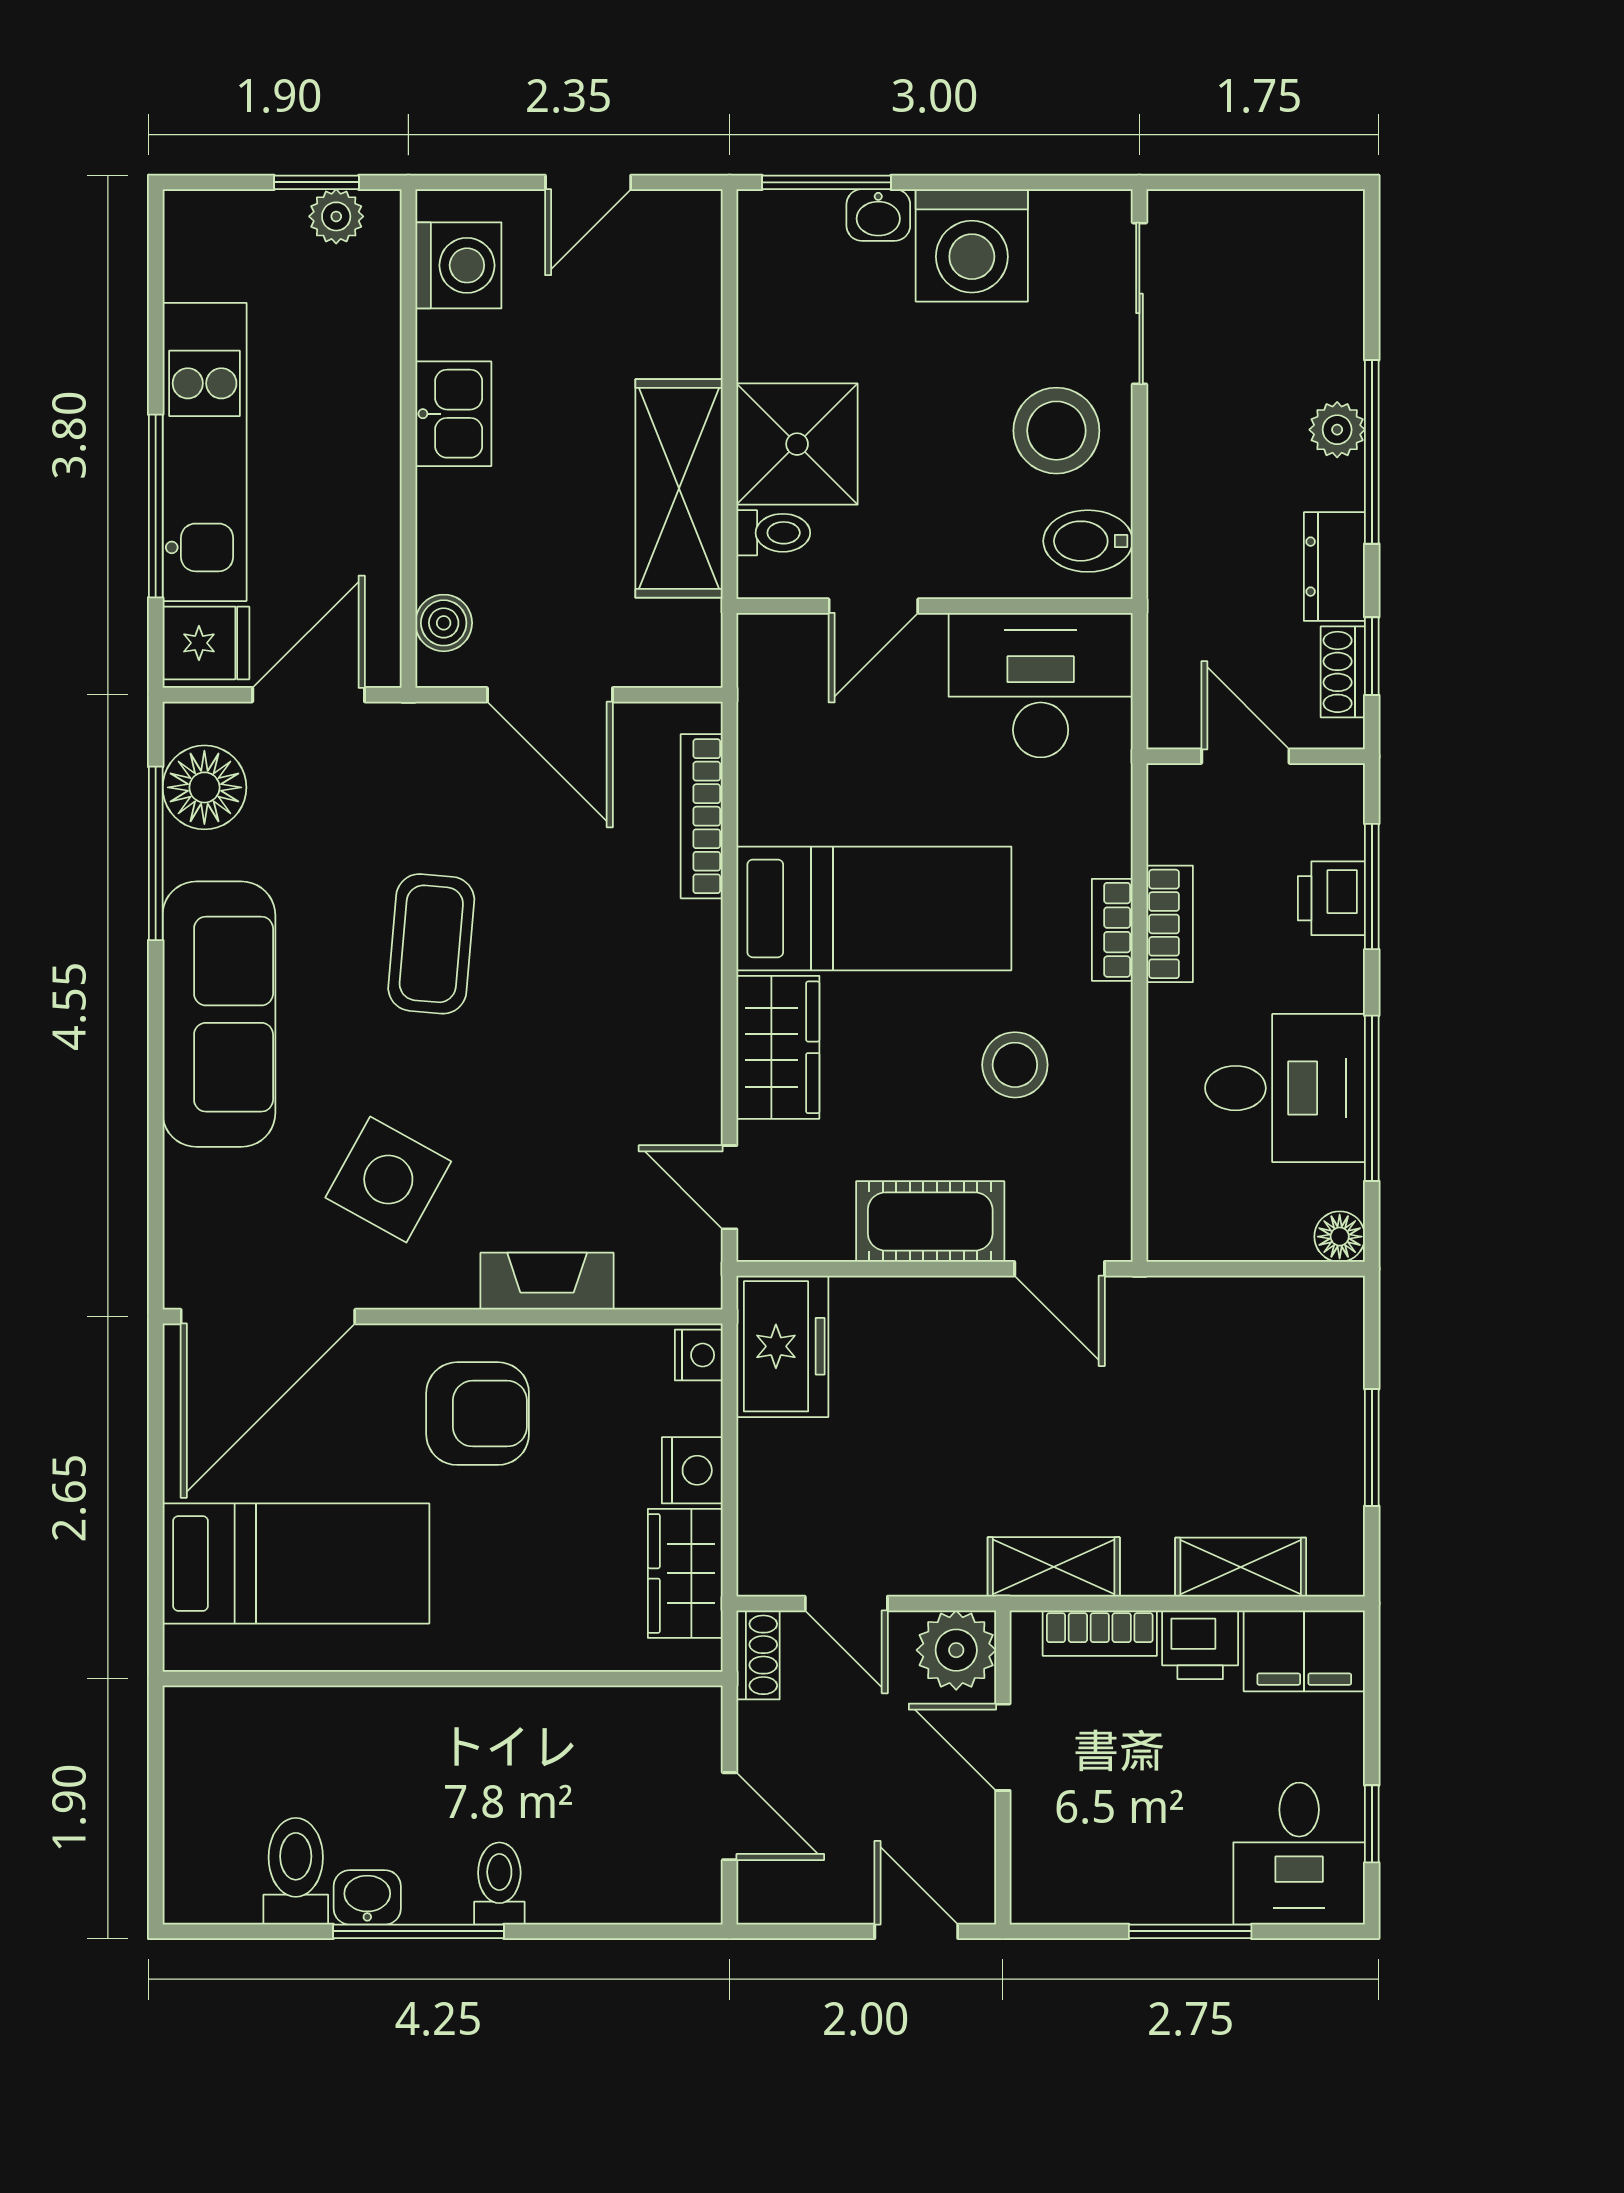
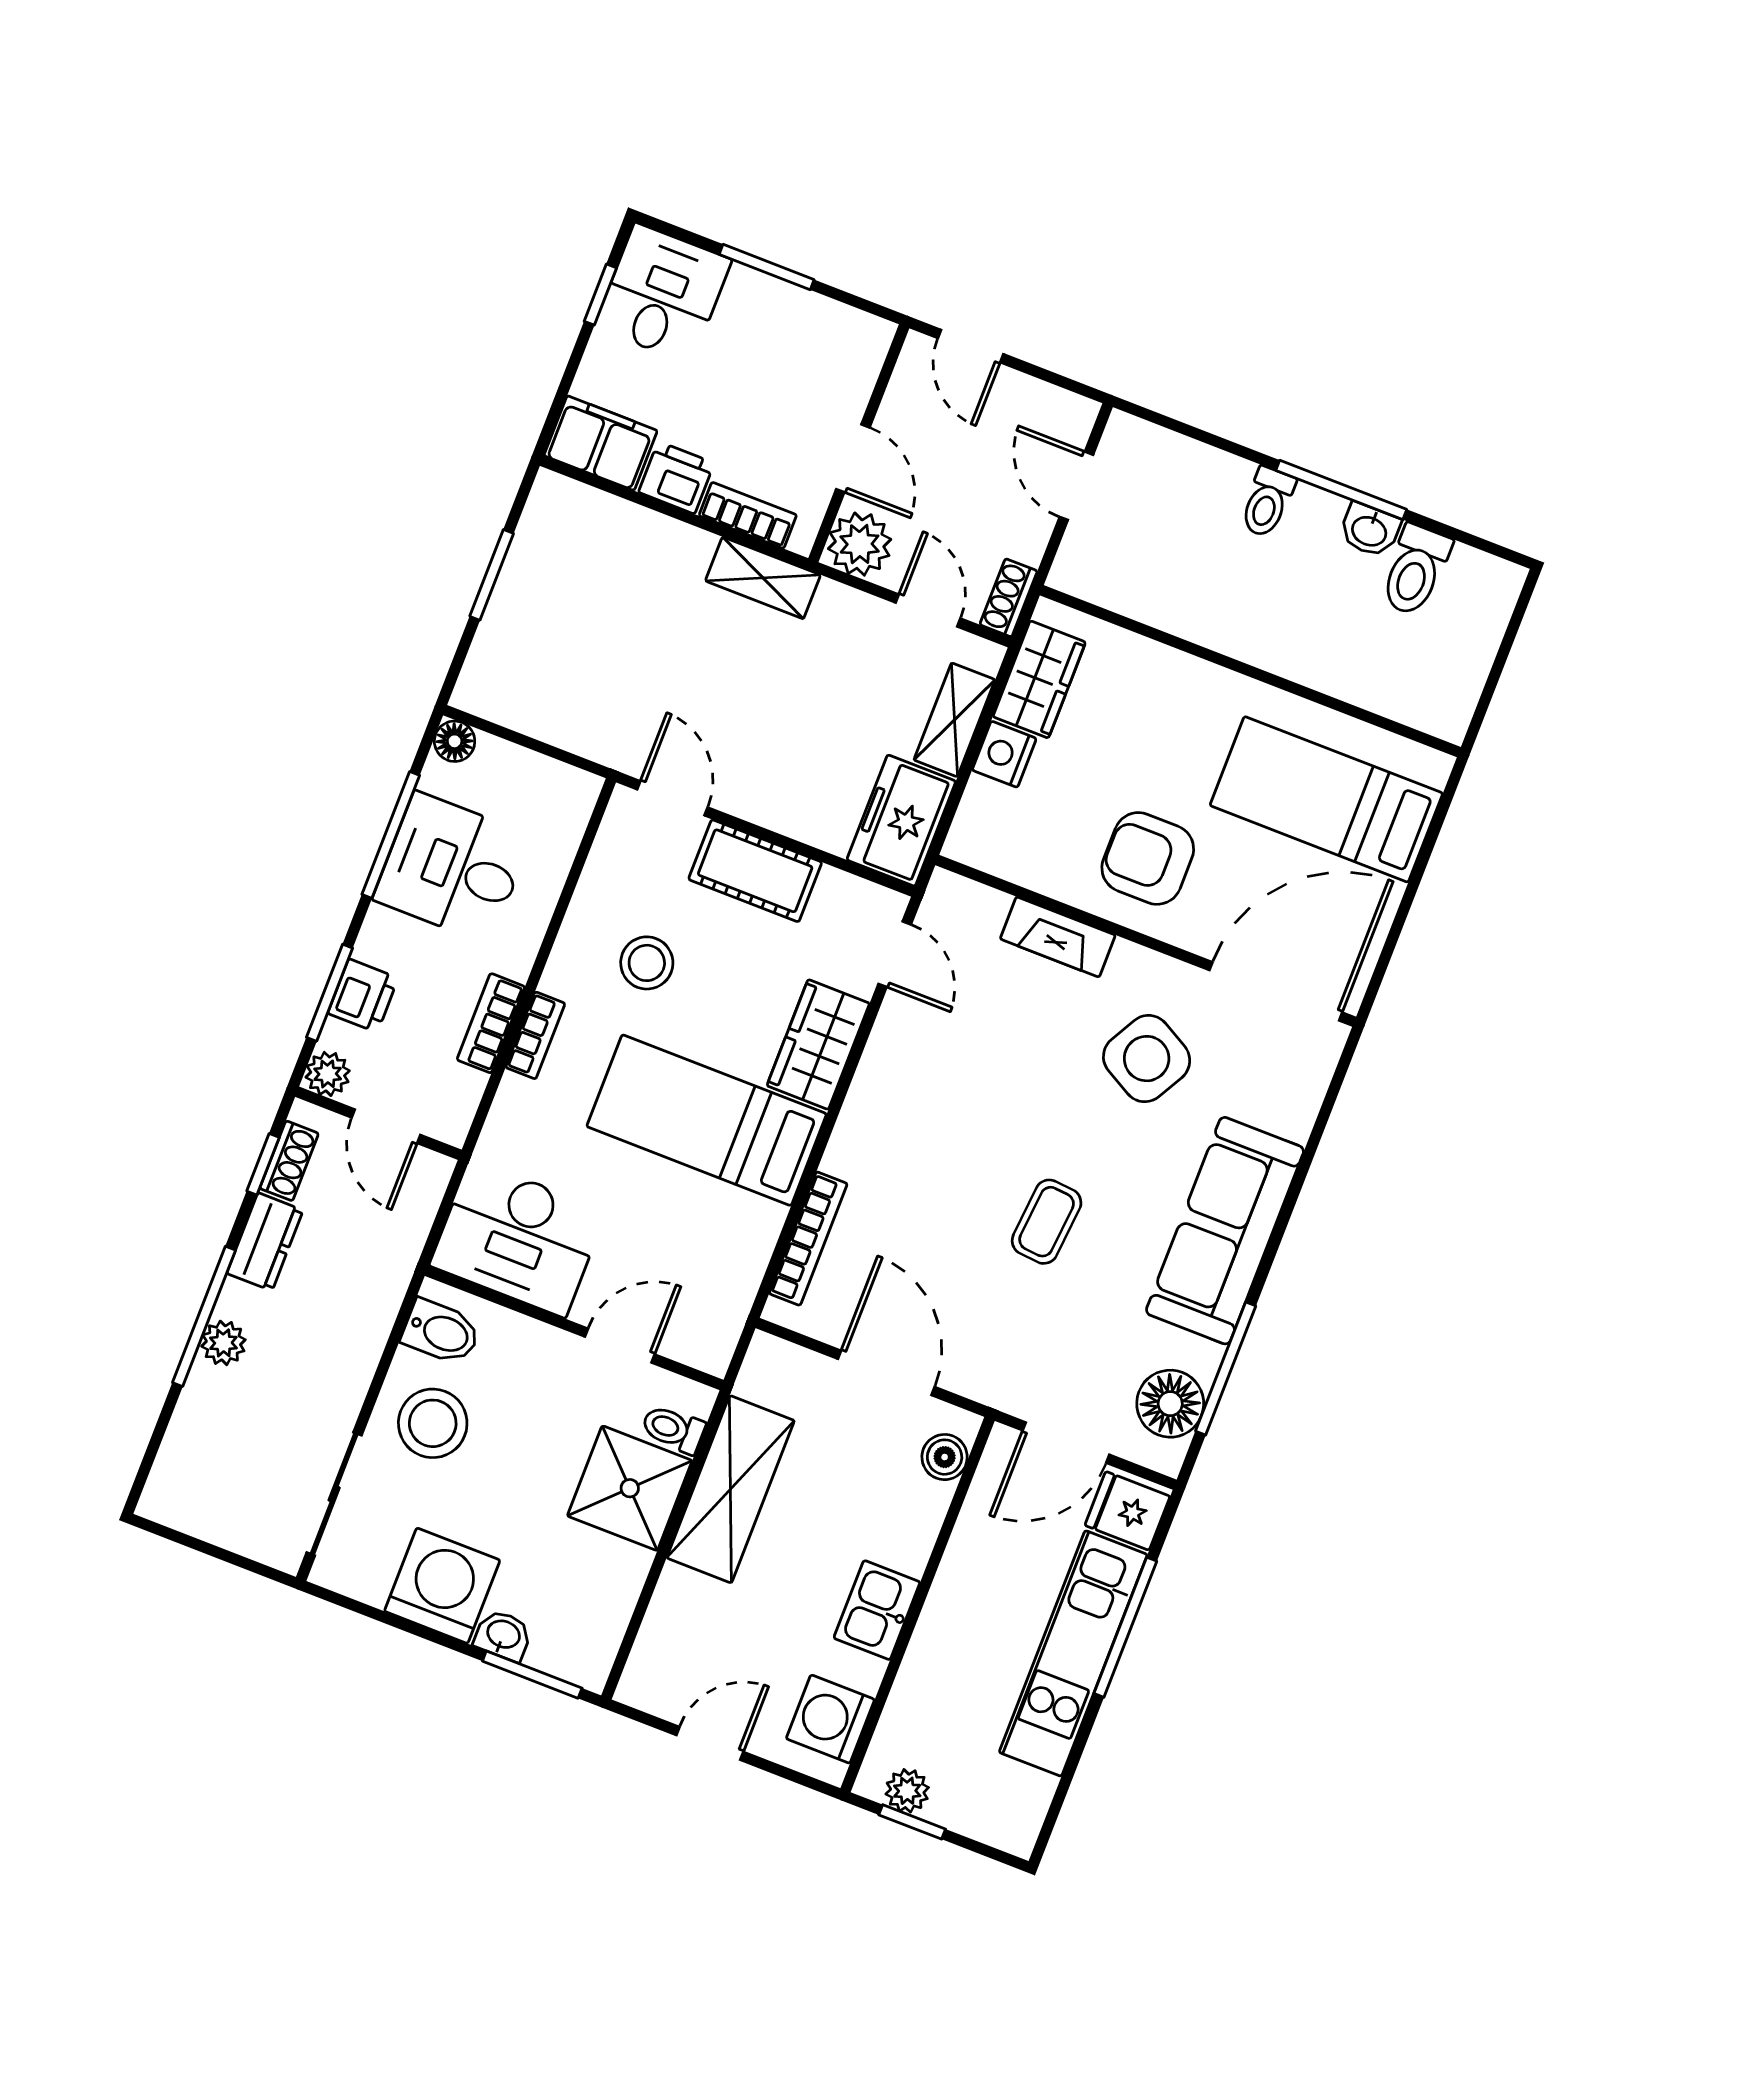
plant: (1337, 791) -> (328, 1074), added
coffee table: (431, 944) -> (1047, 1222), width x0.73, depth x0.77
nightstand: (699, 1355) -> (966, 838), removed
shelving: (1241, 1567) -> (955, 720), moved, turned 90

